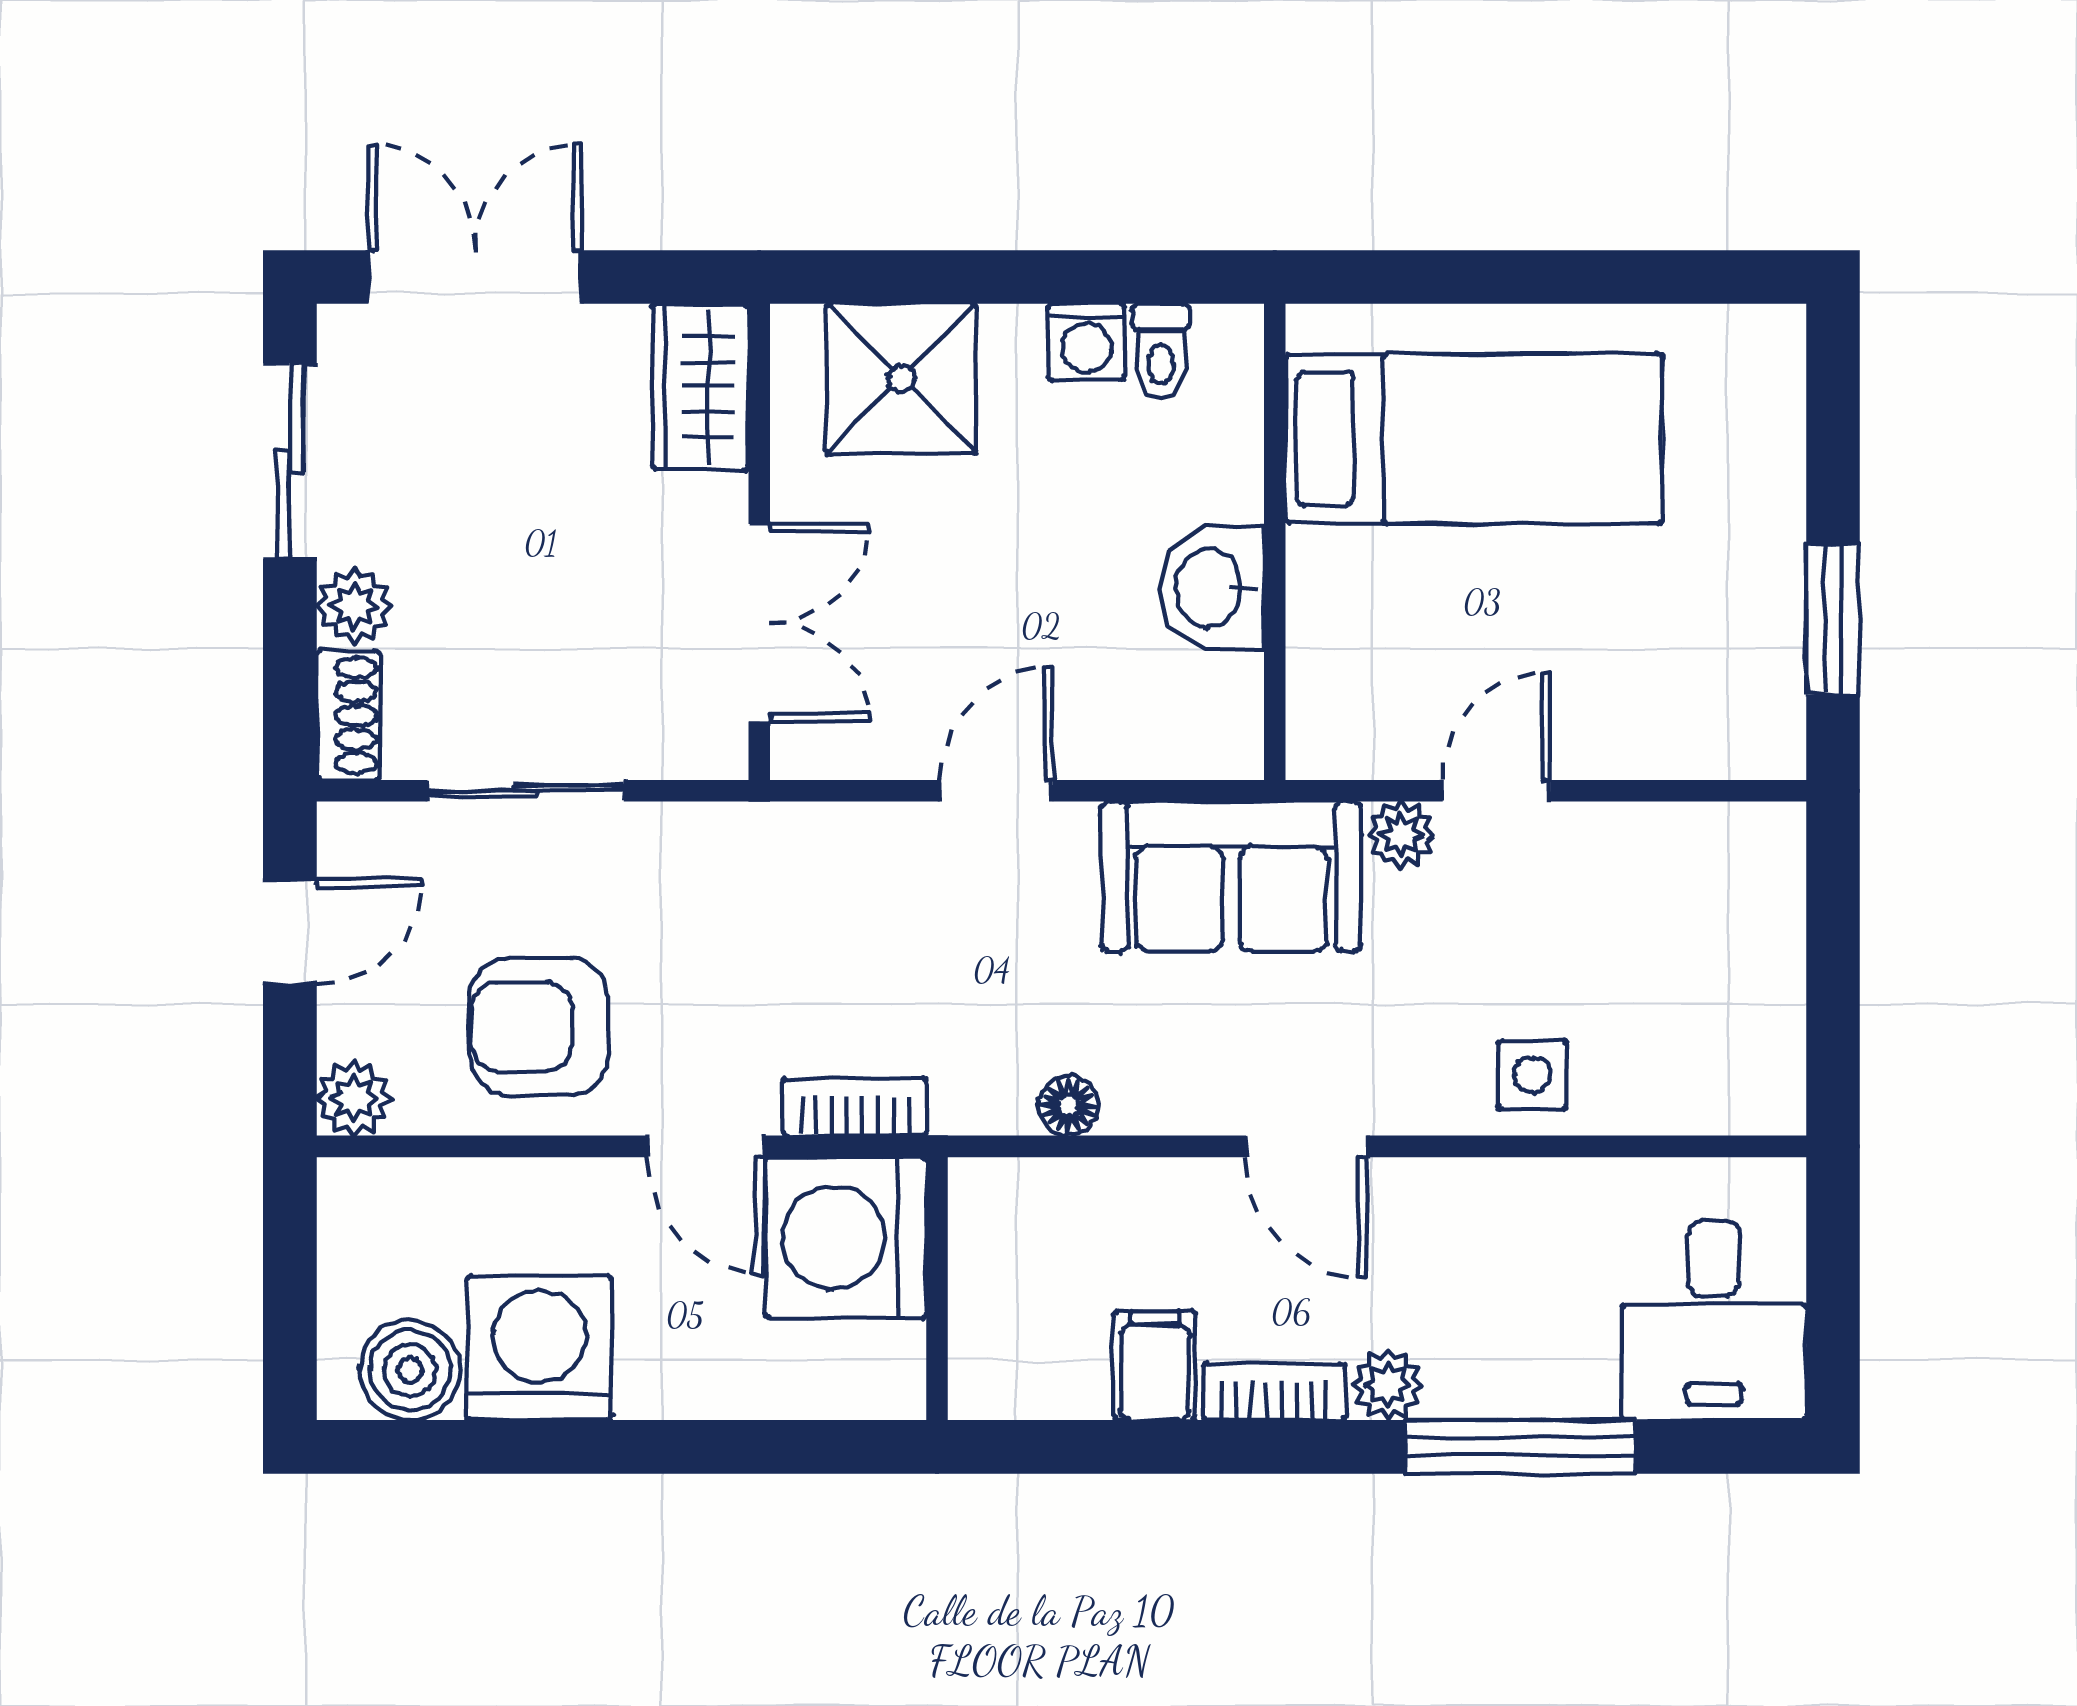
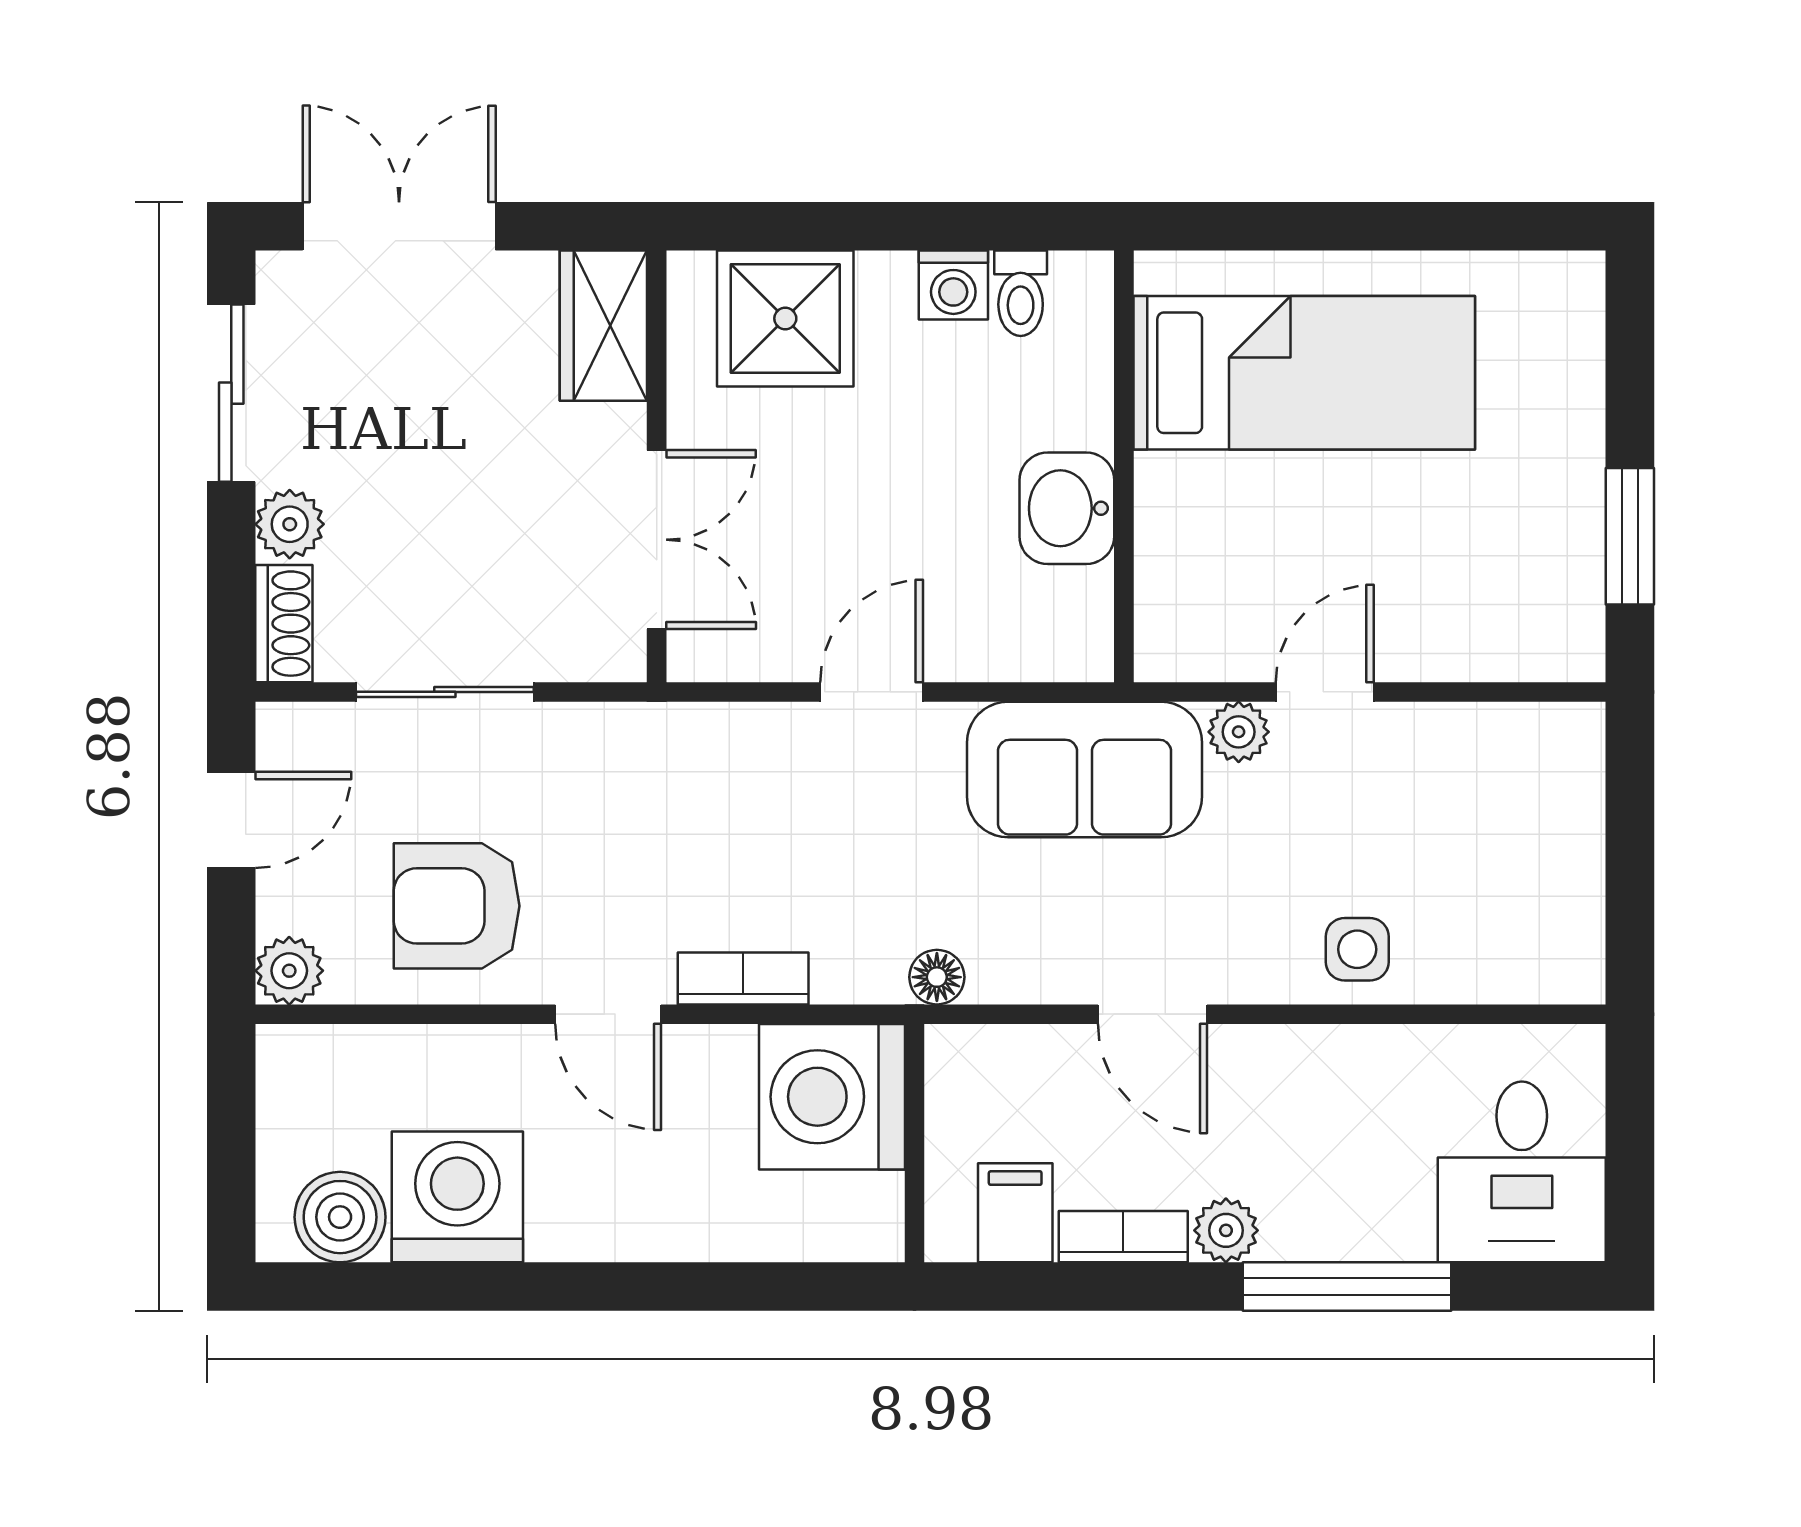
washing machine: (846, 1237) -> (832, 1097), moved
wall: (937, 1289) -> (914, 1143), moved

